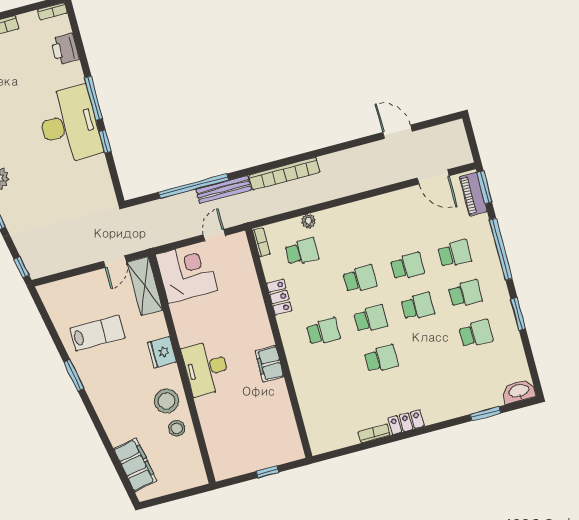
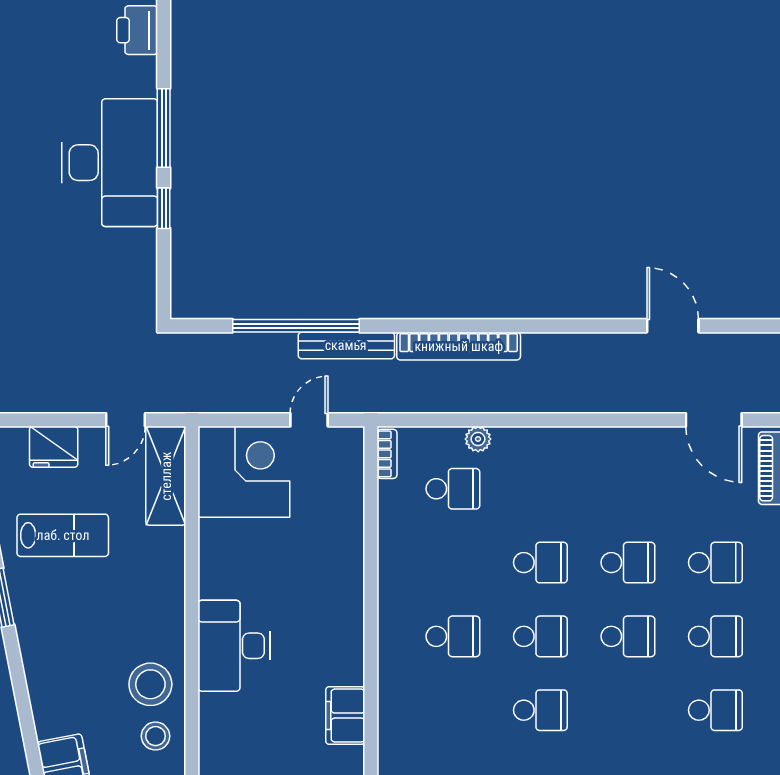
locker: (279, 297) -> (393, 557), removed
fridge: (162, 352) -> (54, 447), moved, turned -90
filing cabinet: (269, 364) -> (345, 716), moved

